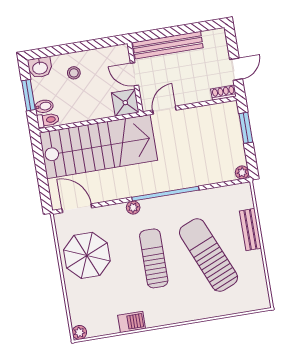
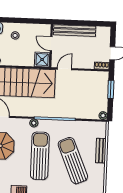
sun lounger: (154, 258) -> (40, 156), width x1.36, depth x1.34

